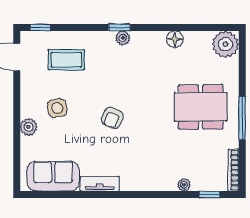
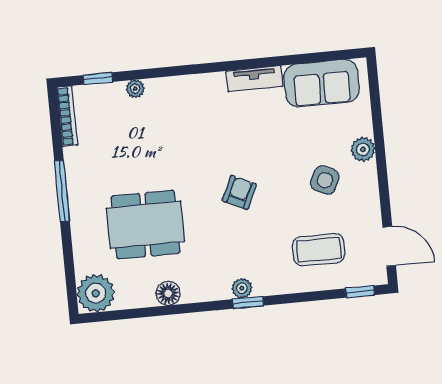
dining table: (201, 107) -> (145, 225), moved
side table: (57, 108) -> (325, 180), turned 37
armchair: (112, 118) -> (239, 192), moved

